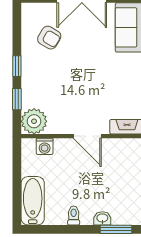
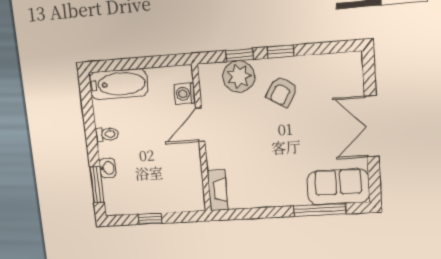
armchair: (49, 38) -> (282, 92), moved
plant: (34, 121) -> (239, 76), moved
door: (87, 136) -> (200, 125), moved

